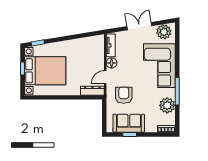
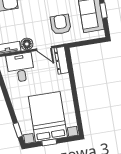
desk: (92, 54) -> (21, 67), added
armchair: (124, 95) -> (61, 24), turned 90

